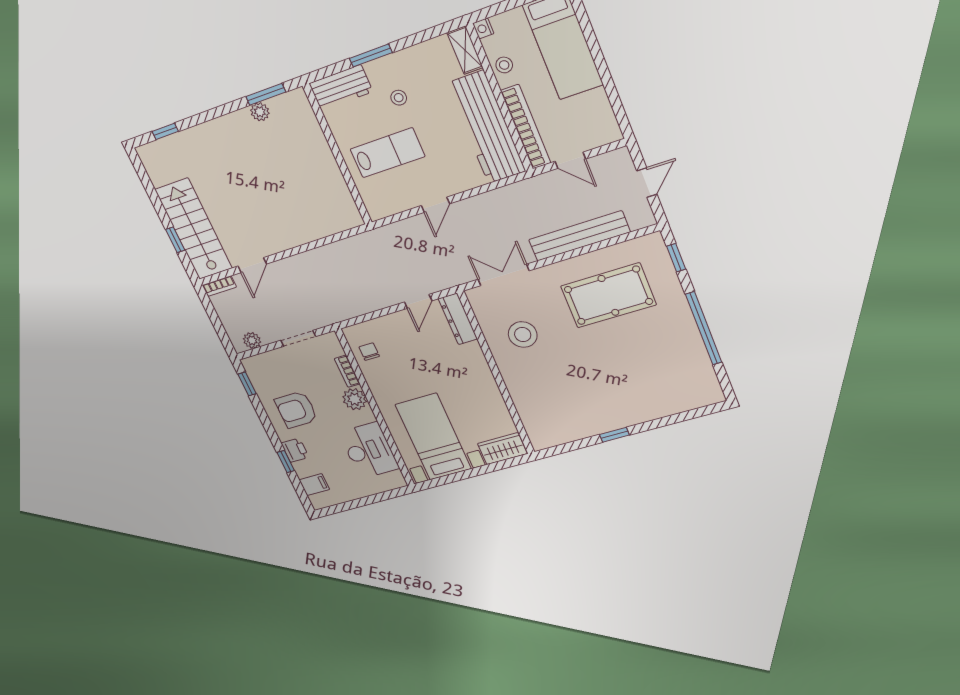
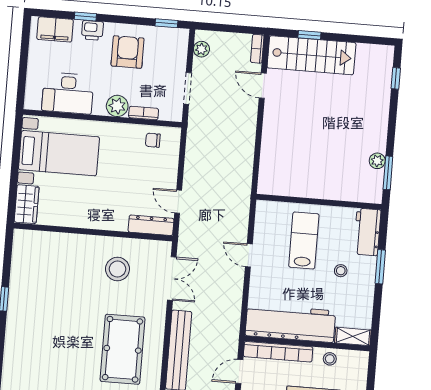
nightstand: (483, 28) -> (362, 357), removed
lab bench: (388, 153) -> (304, 240), turned 180
chair: (369, 352) -> (153, 140), turned 180
filing cabinet: (314, 485) -> (55, 29), width x2.00

